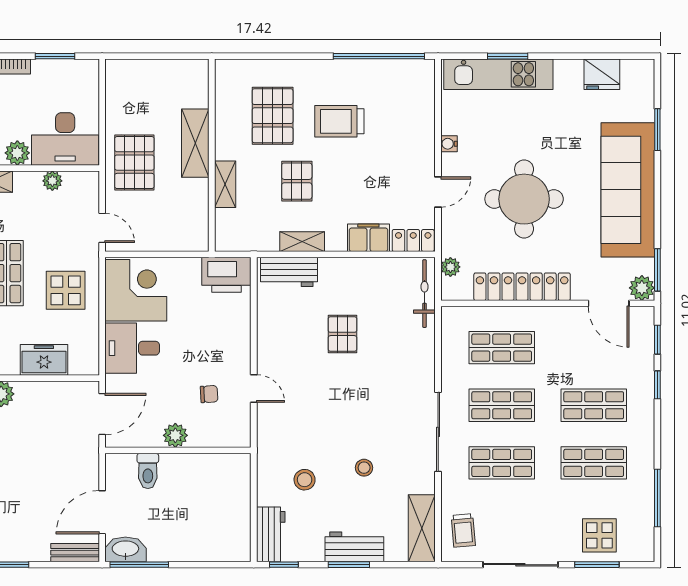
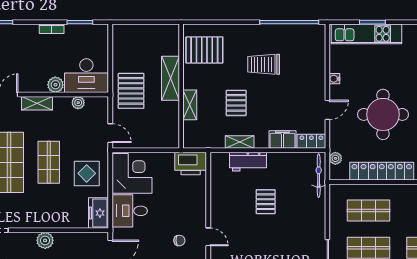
pallet: (273, 116) -> (204, 50), moved, turned 90
workbench: (289, 272) -> (248, 162), moved
freezer: (44, 360) -> (99, 213), moved, turned -90

